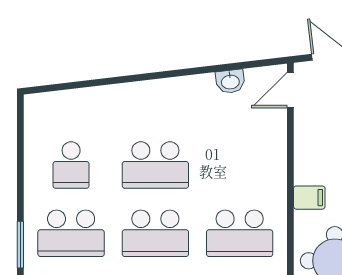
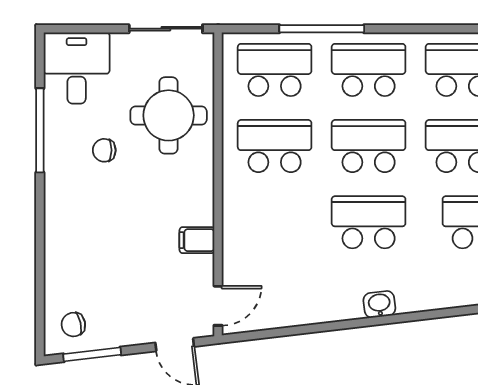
washbasin: (230, 81) -> (379, 304), moved
filing cabinet: (309, 198) -> (197, 240), moved

